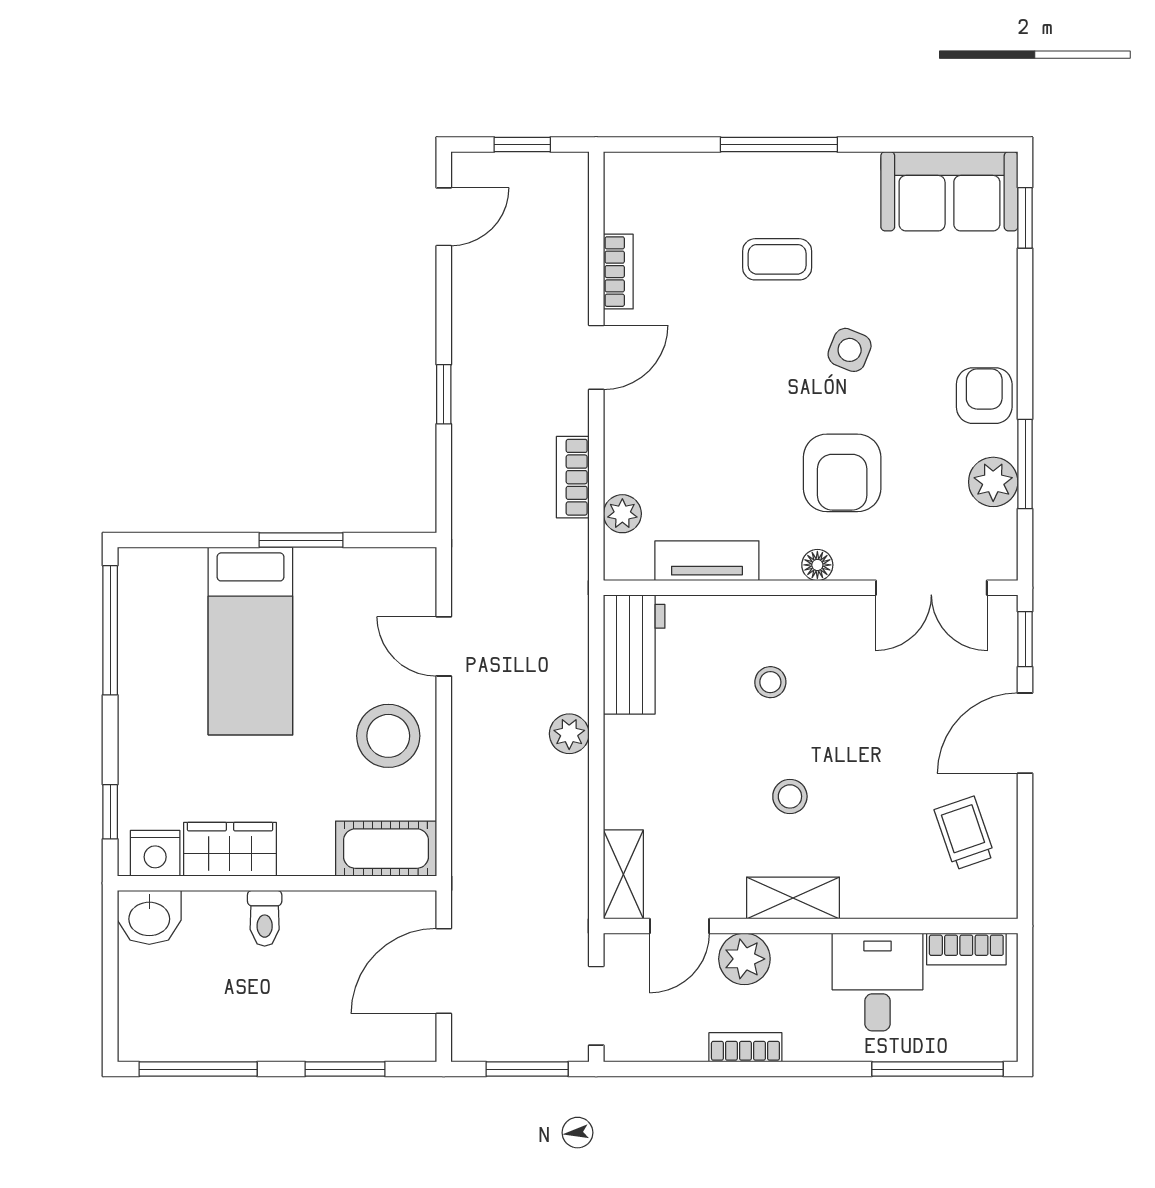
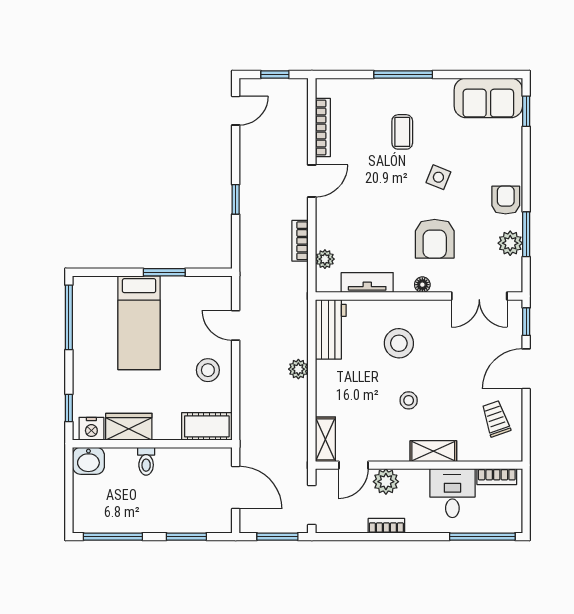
coffee table: (777, 259) -> (402, 132), turned 90
bookcase: (618, 272) -> (323, 128), width x1.56
stool: (770, 682) -> (399, 343), width x1.89, depth x1.89
stool: (388, 736) -> (208, 370), width x0.73, depth x0.73
shelving: (793, 898) -> (433, 451), moved
door: (444, 971) -> (236, 488), swing flipped

